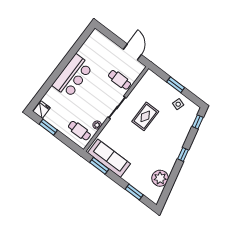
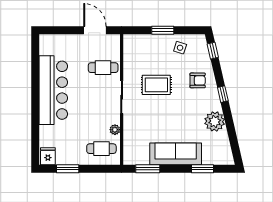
bar counter: (73, 76) -> (53, 90), width x1.36
rug: (145, 116) -> (156, 85), turned 90
armchair: (174, 134) -> (198, 80), added
sofa: (109, 158) -> (176, 154), moved
plant: (160, 178) -> (215, 121), moved

